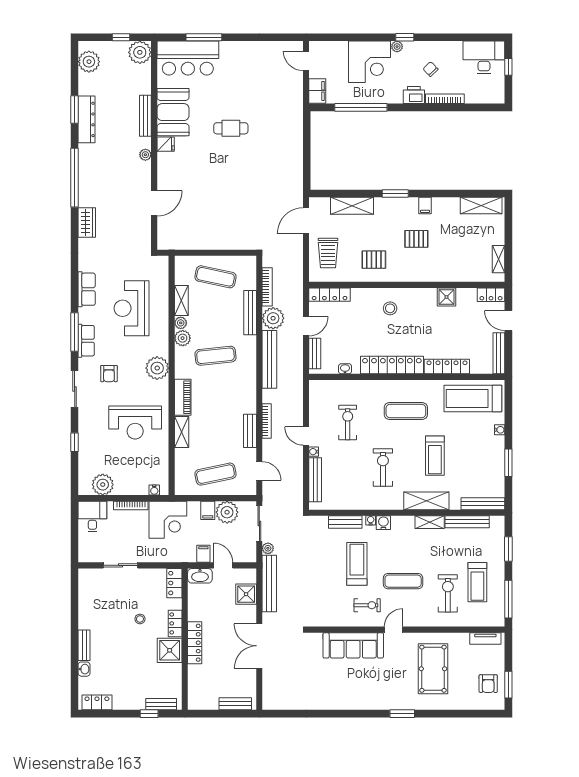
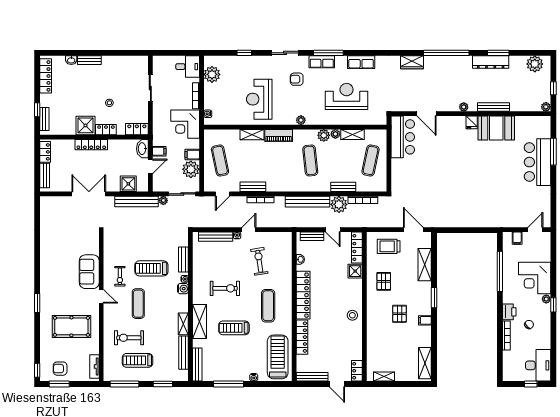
plant: (140, 52) -> (546, 107), width x0.53, depth x0.53
bar counter: (188, 58) -> (537, 162), moved
filing cabinet: (317, 91) -> (517, 238), width x0.50
cafe table: (231, 128) -> (484, 172), removed
bar counter: (185, 235) -> (403, 137), added
shower: (447, 297) -> (355, 271), moved
stool: (390, 308) -> (352, 315), moved
bench: (250, 313) -> (343, 187), width x0.73
door: (508, 321) -> (337, 384), swing flipped
plant: (157, 368) -> (301, 120), width x0.53, depth x0.53
exercise bike: (348, 423) -> (259, 261), turned -99
window: (508, 463) -> (229, 384), width x1.44
treadmill: (357, 564) -> (151, 268), turned 180
exercise bike: (448, 593) -> (129, 338), turned 180
sofa: (353, 645) -> (89, 272), width x0.73
locker: (97, 702) -> (46, 76), width x1.53
locker: (204, 703) -> (45, 152), added
window: (490, 714) -> (37, 370), added

